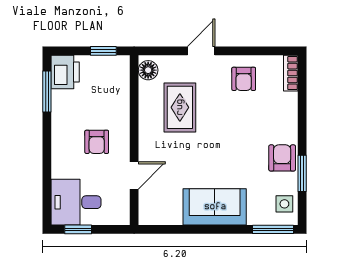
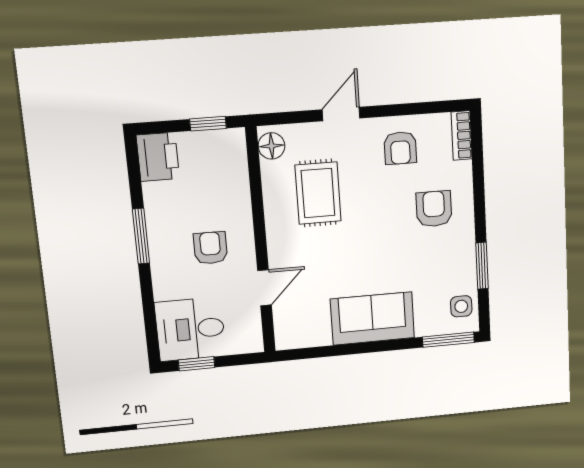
window: (47, 92) -> (141, 236), moved
armchair: (97, 142) -> (210, 248), turned 180
armchair: (282, 158) -> (434, 209), moved

